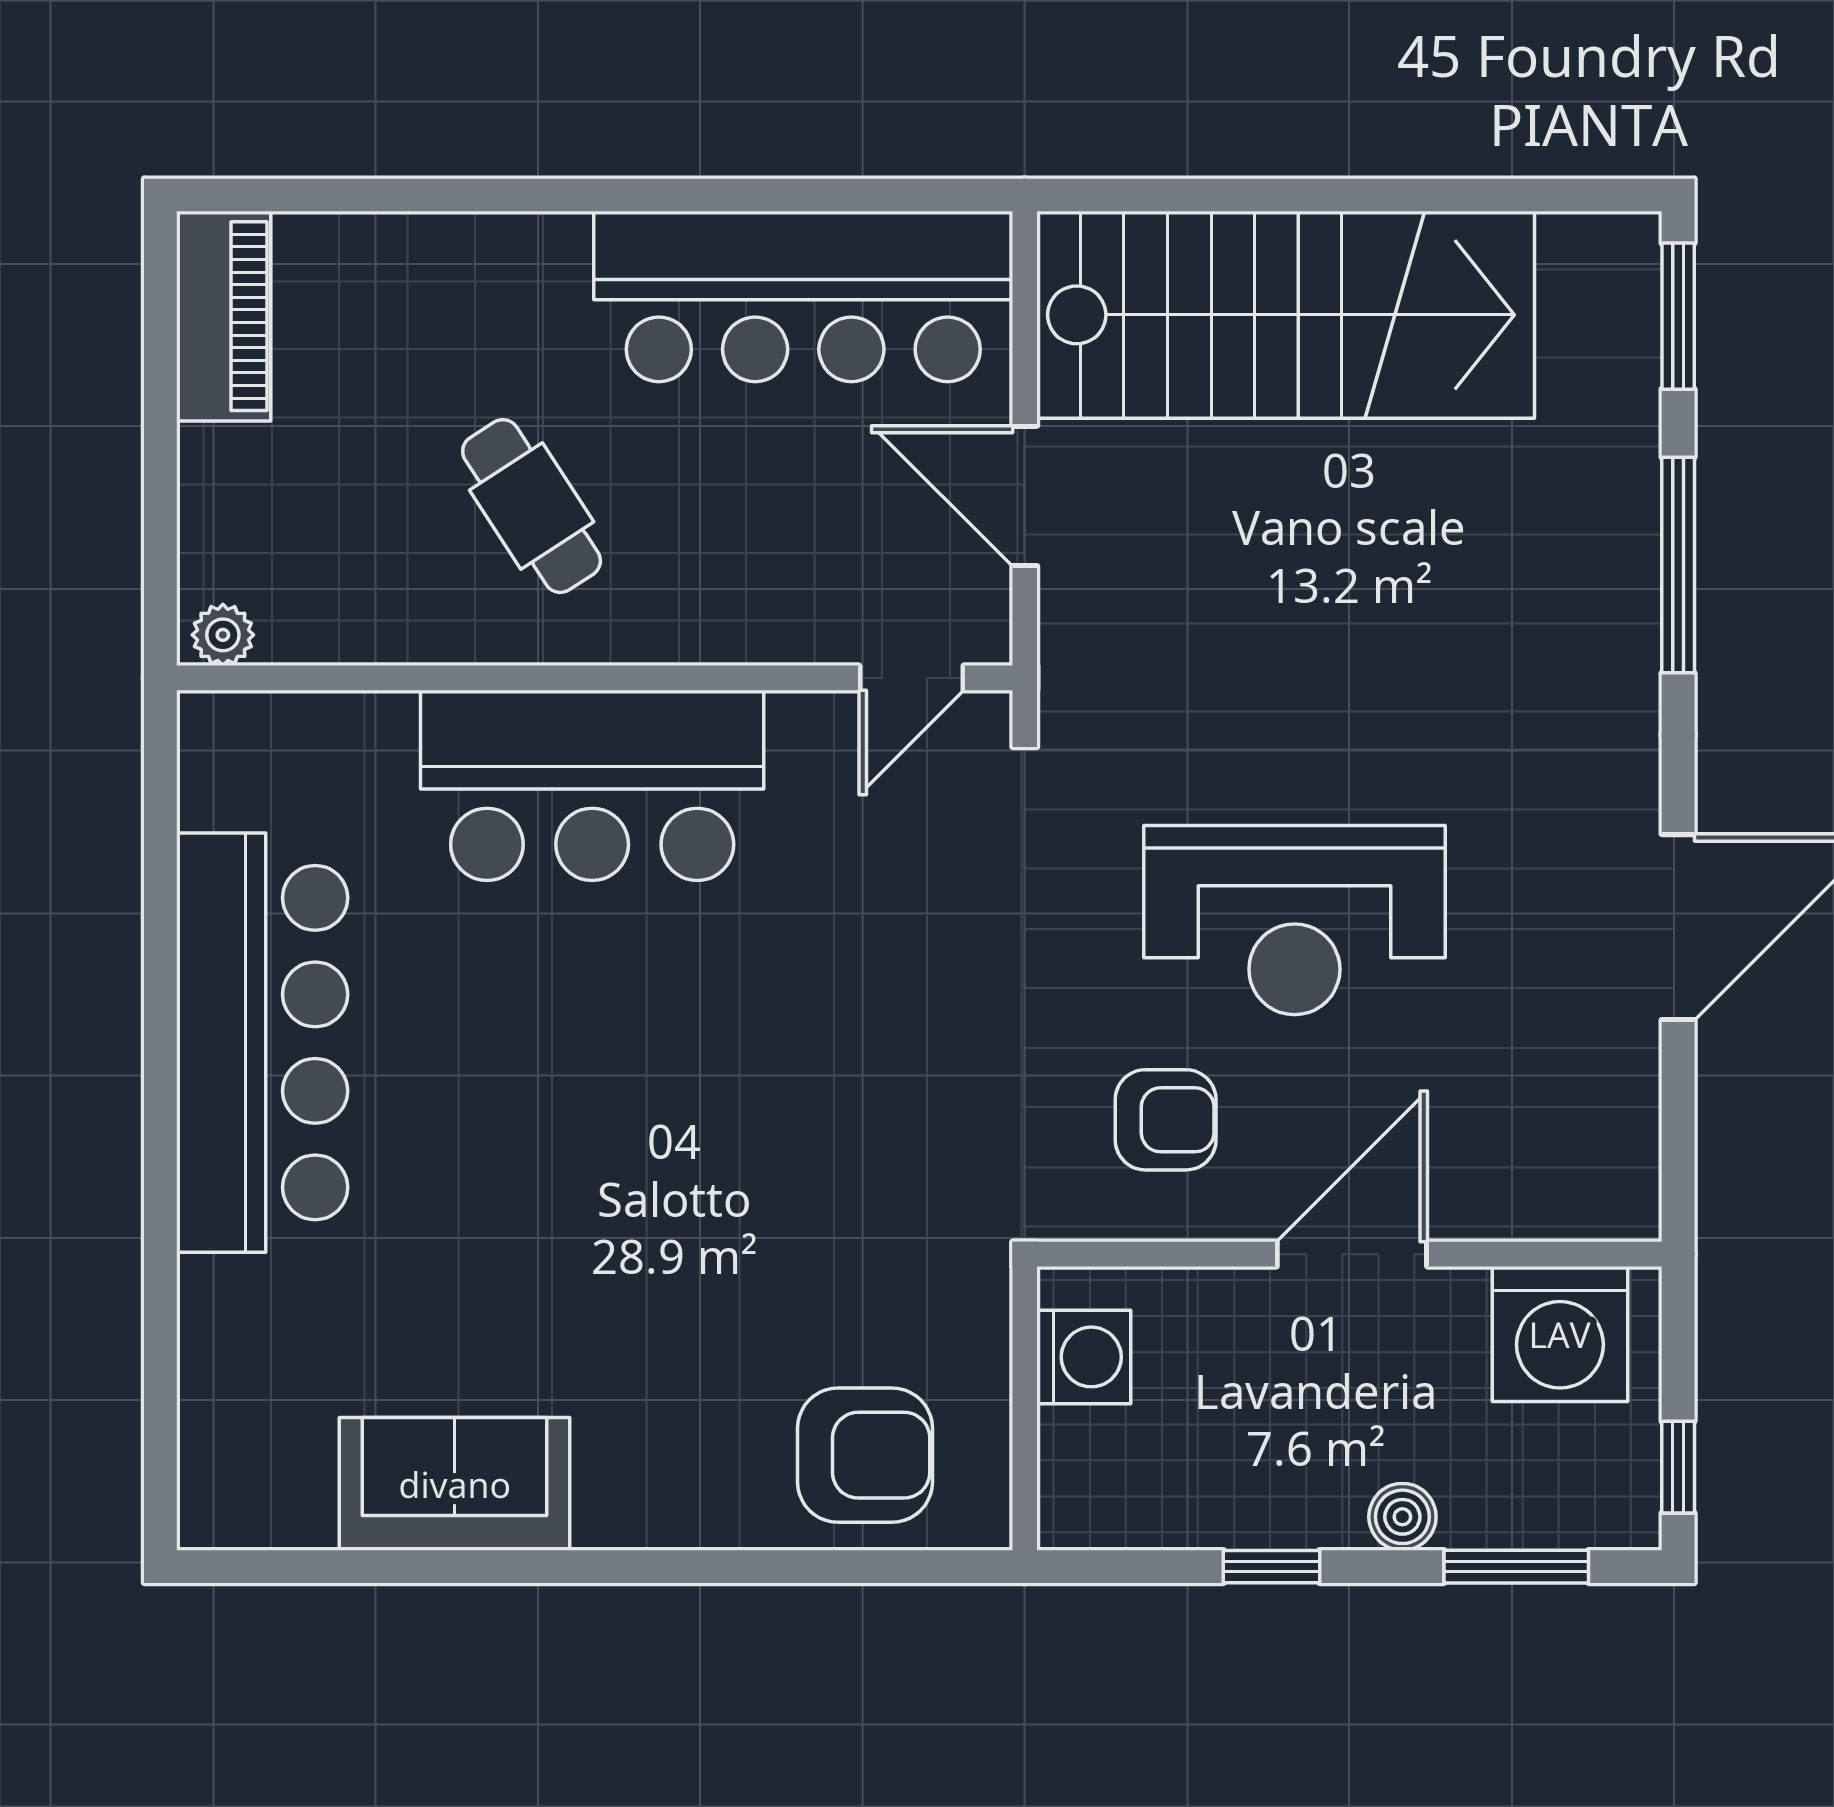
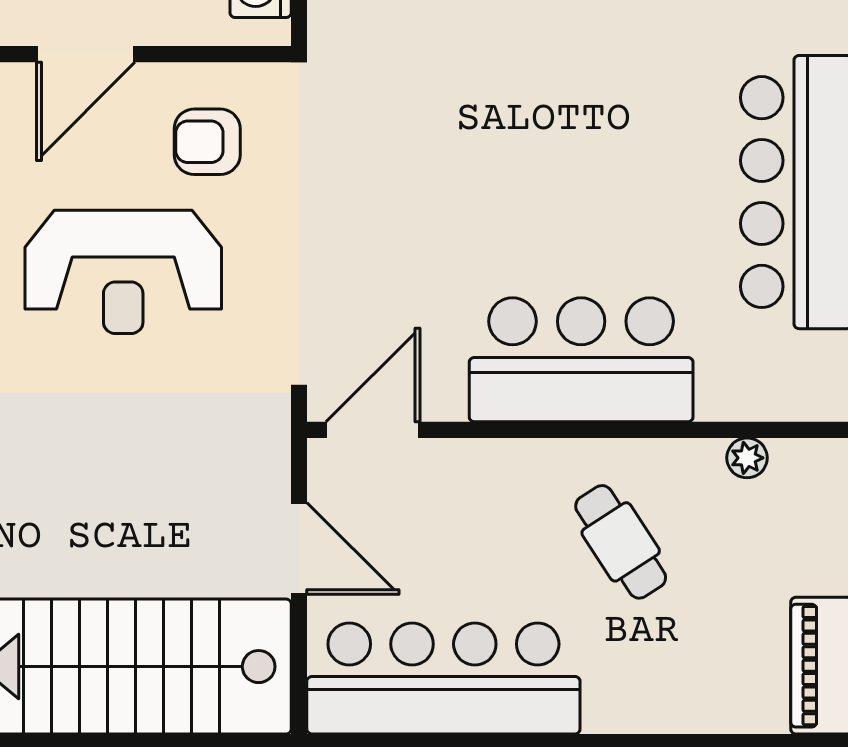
plant: (223, 635) -> (747, 458), moved
door: (911, 678) -> (373, 430), width x1.38
reception desk: (1294, 920) -> (123, 272), turned 180

